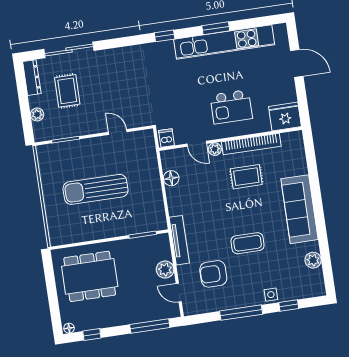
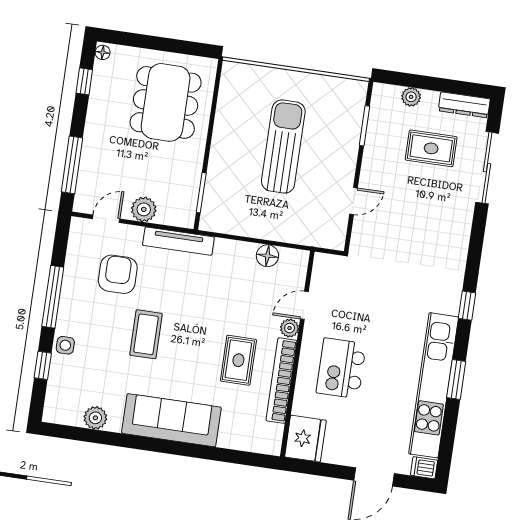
dishwasher: (166, 138) -> (424, 468), moved, turned 180

